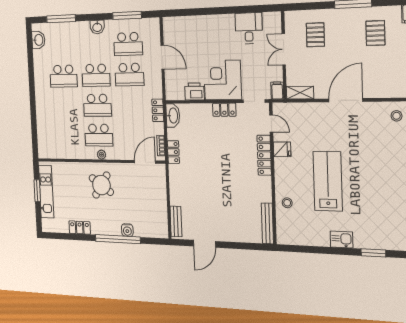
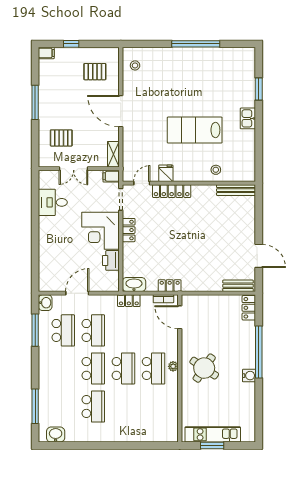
washbasin: (97, 27) -> (45, 303), moved
pallet: (375, 33) -> (95, 72), moved
locker: (80, 228) -> (249, 308), moved
water cooler: (127, 230) -> (249, 376), moved

